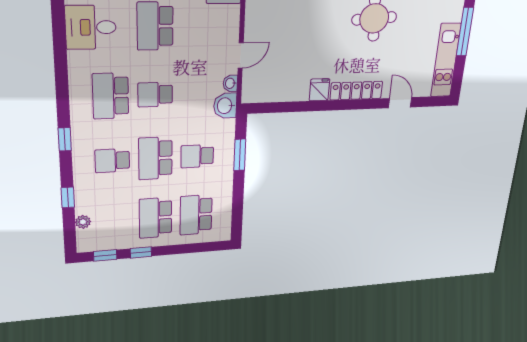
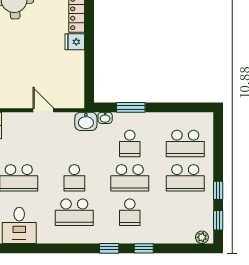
washbasin: (230, 83) -> (105, 118), moved
window: (68, 197) -> (144, 248), moved
plant: (83, 222) -> (202, 237), moved

